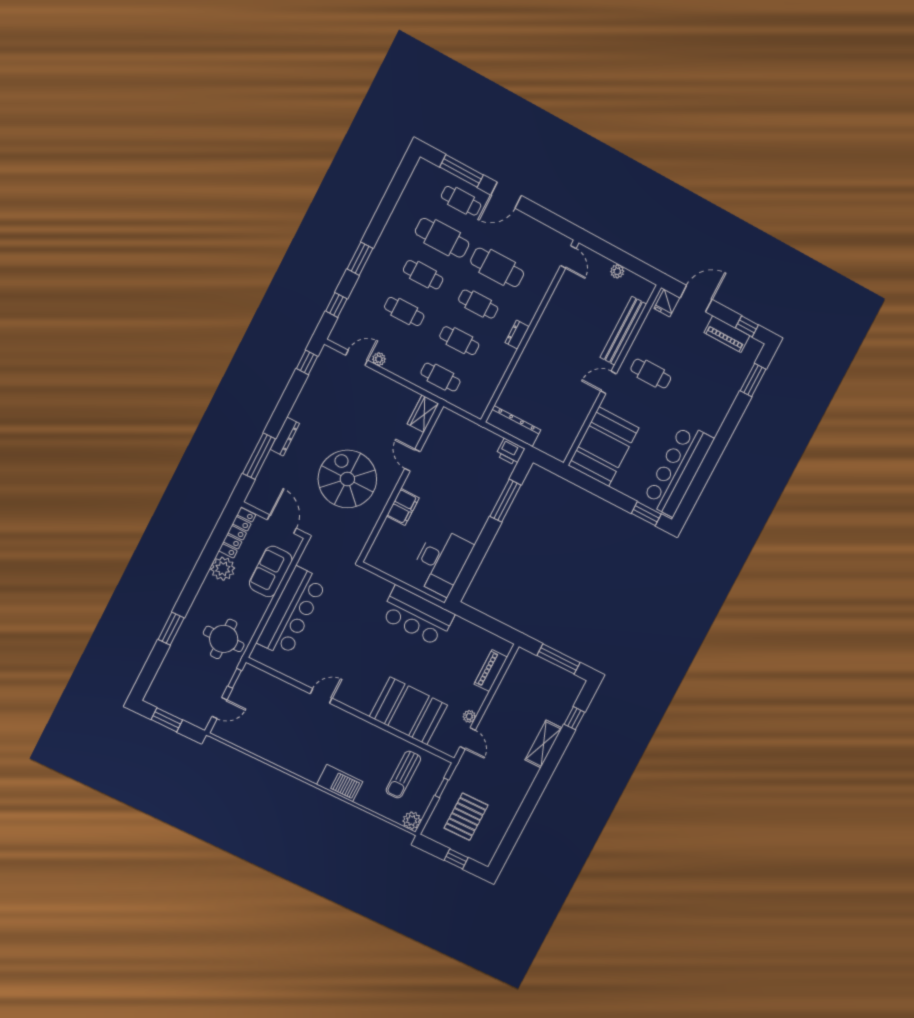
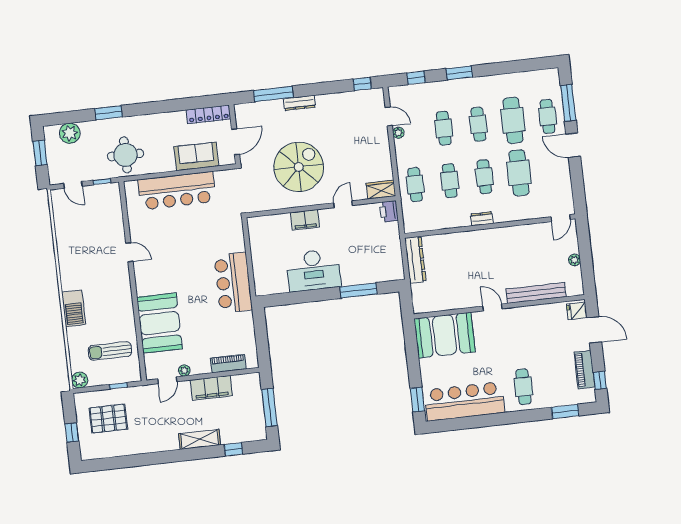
cafe table: (651, 374) -> (523, 387), moved
printer: (510, 452) -> (389, 211), moved
desk: (441, 561) -> (313, 270), moved
plant: (223, 569) -> (70, 133), moved
filing cabinet: (503, 702) -> (211, 388), added

